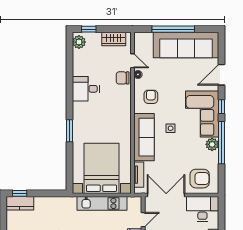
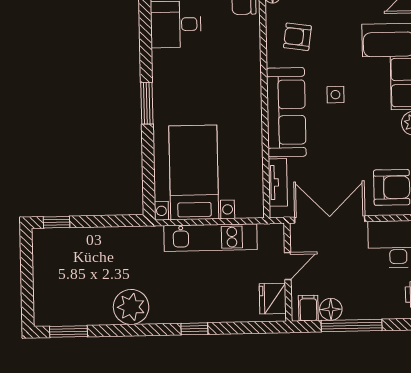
armchair: (151, 97) -> (297, 37), turned -82
bed with nightstands: (101, 168) -> (194, 172), width x0.73
kitchen counter: (20, 203) -> (57, 241), removed

